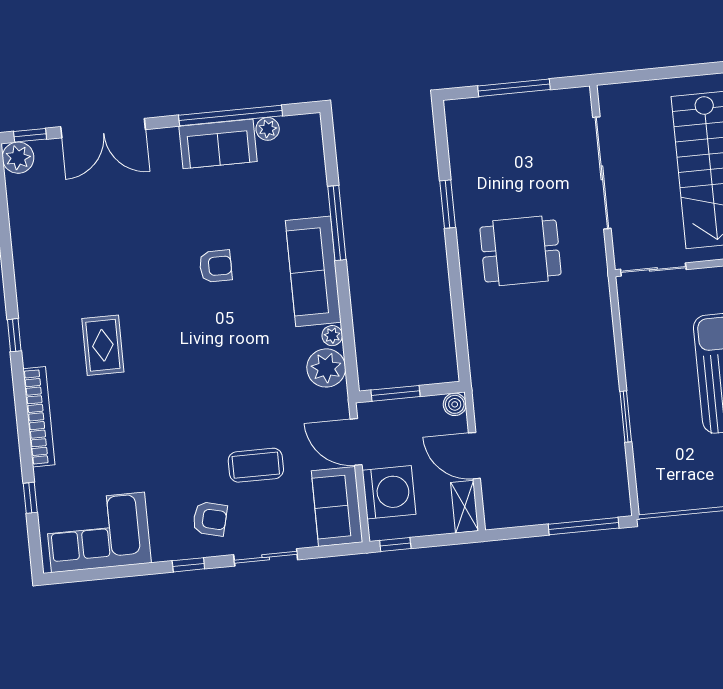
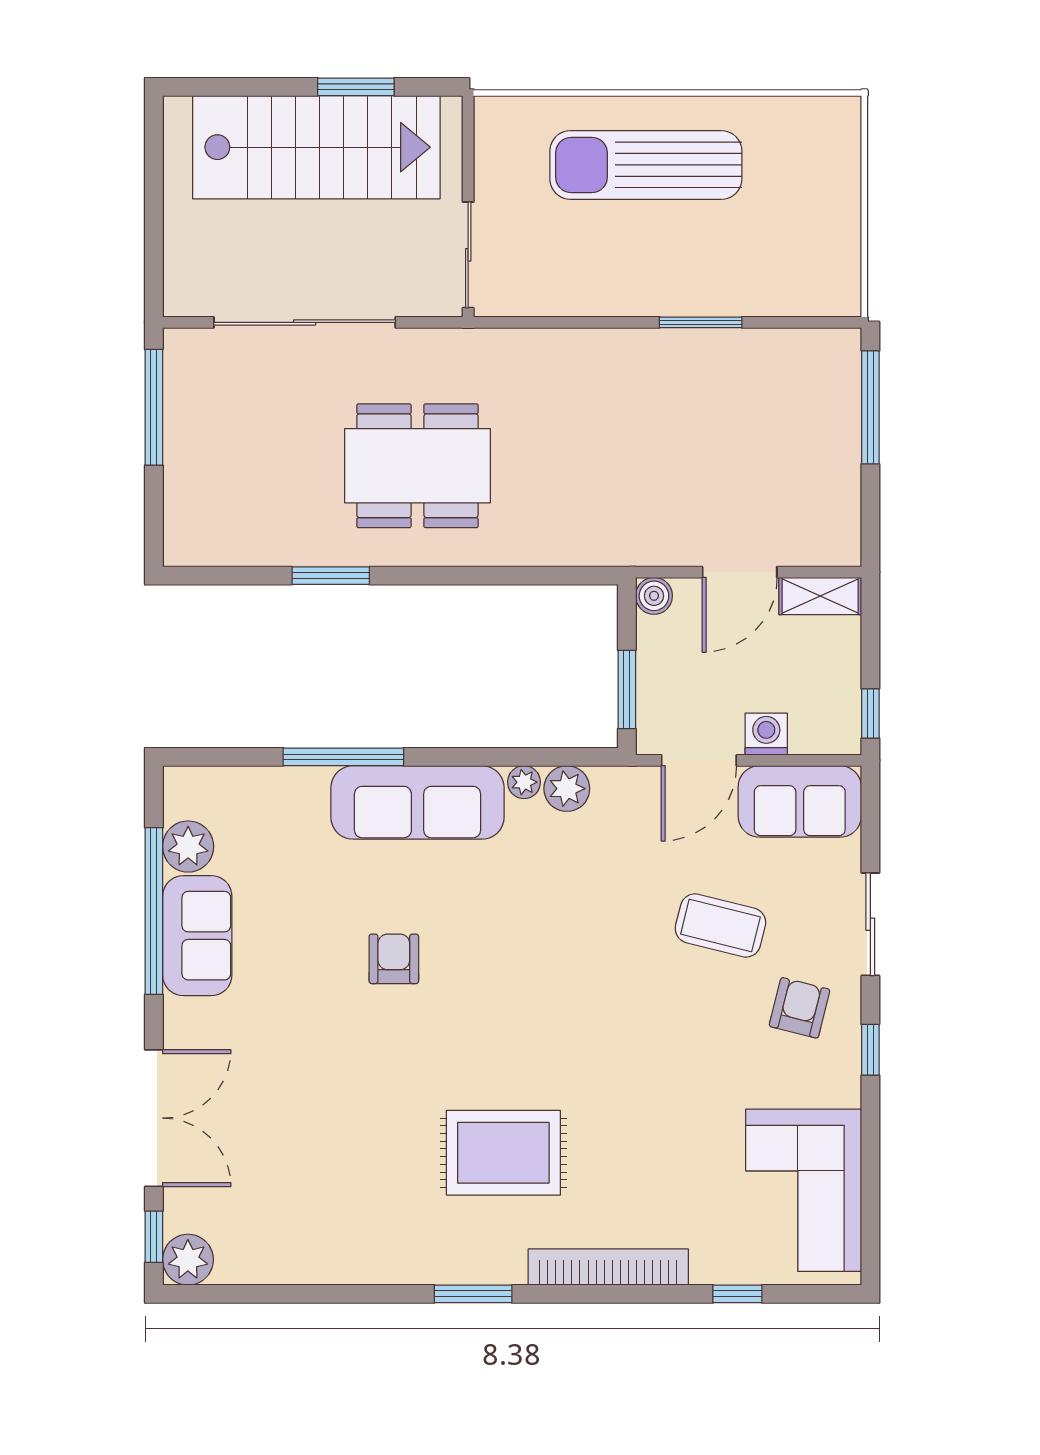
window: (514, 88) -> (154, 407), moved
plant: (268, 129) -> (188, 847), width x1.38, depth x1.38
dining table: (521, 251) -> (417, 466), width x1.38
window: (14, 335) -> (473, 1294), width x1.50
rug: (103, 345) -> (503, 1153), width x1.36, depth x1.43
plant: (326, 368) -> (567, 789), width x0.73, depth x0.73
coffee table: (256, 465) -> (720, 925), turned -76
washing machine: (389, 492) -> (766, 734), width x0.53, depth x0.53

